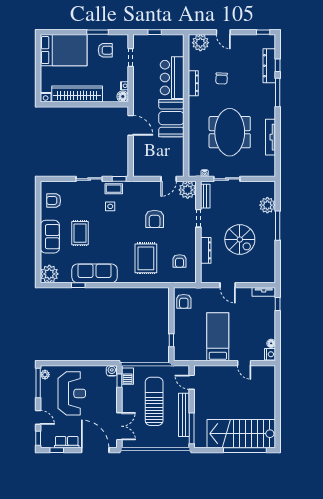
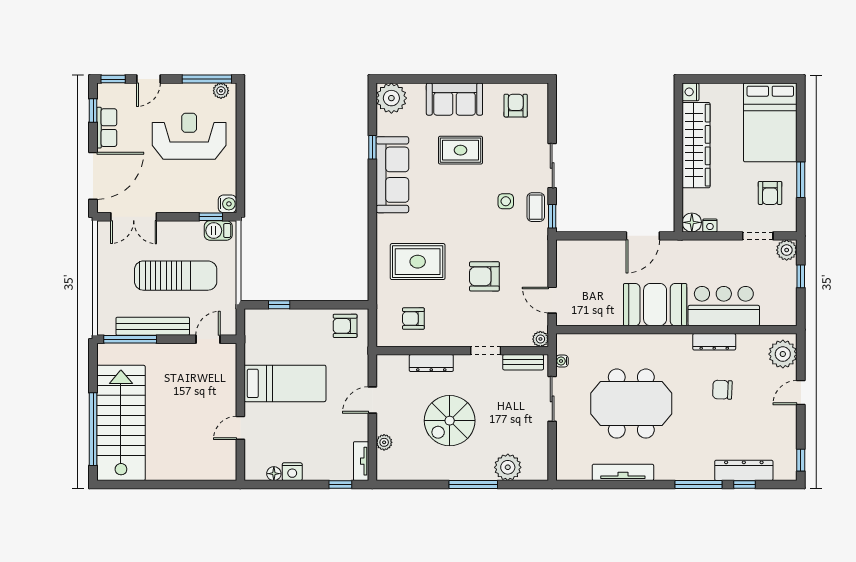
plant: (139, 40) -> (787, 250), added
plant: (188, 190) -> (540, 339), width x0.53, depth x0.53
plant: (253, 278) -> (384, 442), added
nightstand: (270, 354) -> (292, 472), moved
reception desk: (72, 393) -> (189, 136), turned 180

